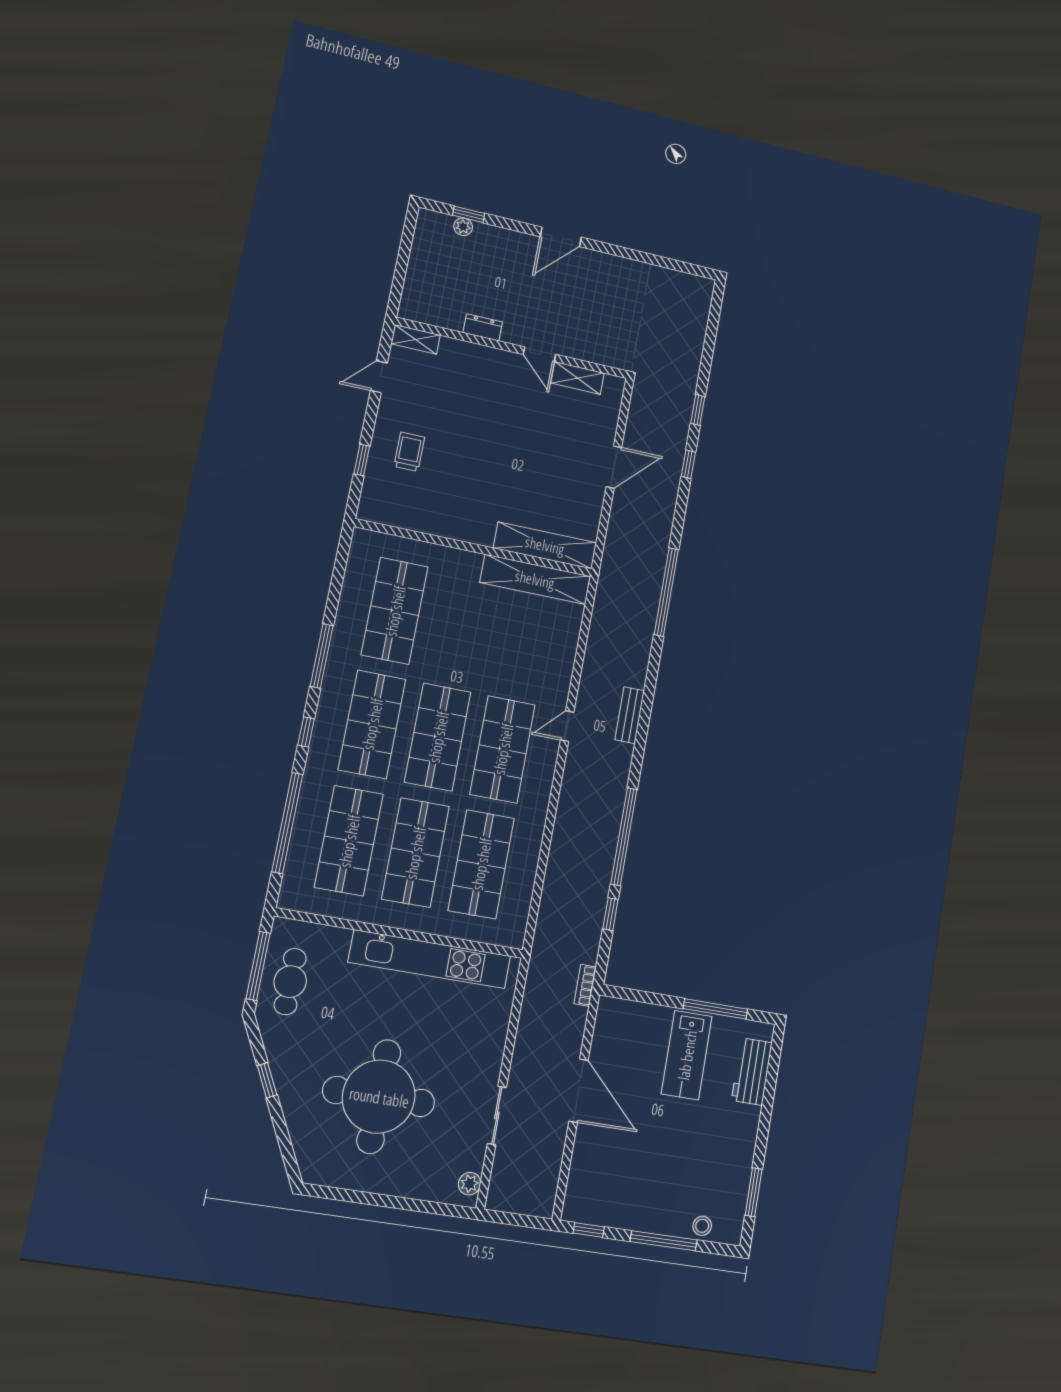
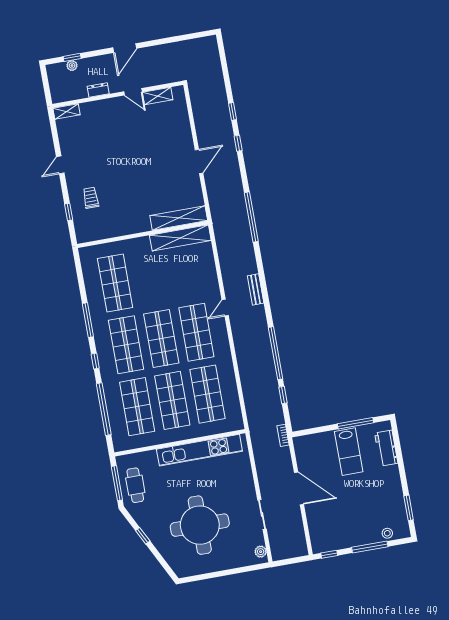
dresser: (483, 327) -> (98, 90), moved
shelving: (416, 339) -> (66, 111), moved
wall: (513, 348) -> (118, 94), moved
door: (539, 354) -> (133, 92), moved
shelving: (578, 378) -> (158, 96), moved

